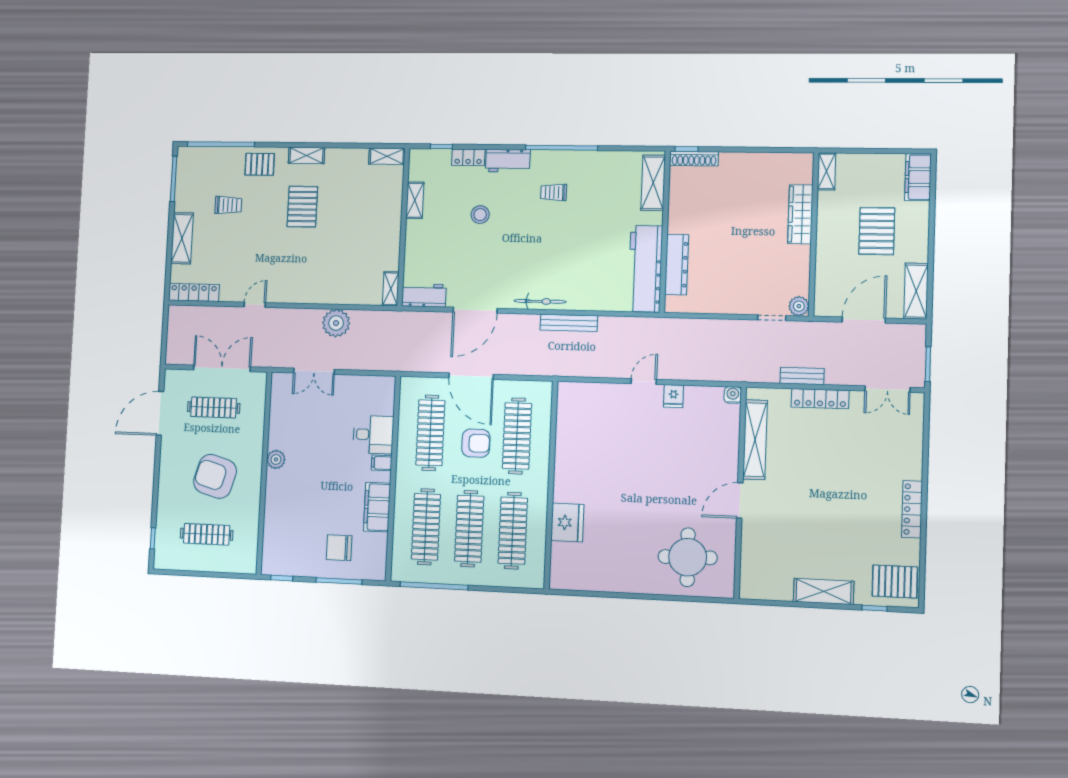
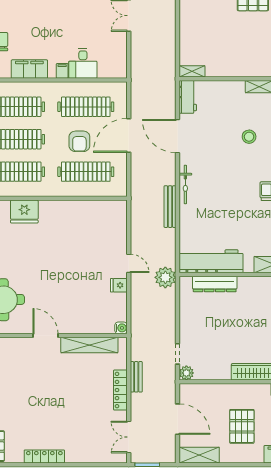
pallet: (877, 231) -> (242, 426), turned 90
plant: (336, 323) -> (165, 277), moved

